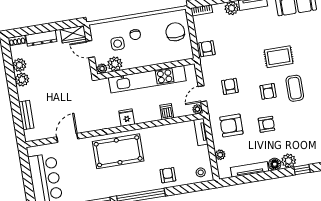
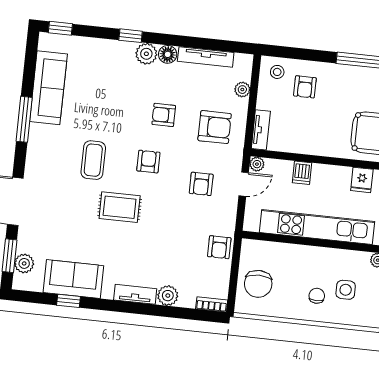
plant: (115, 64) -> (358, 262), removed
coffee table: (295, 88) -> (93, 160), moved
armchair: (168, 175) -> (305, 87), moved

